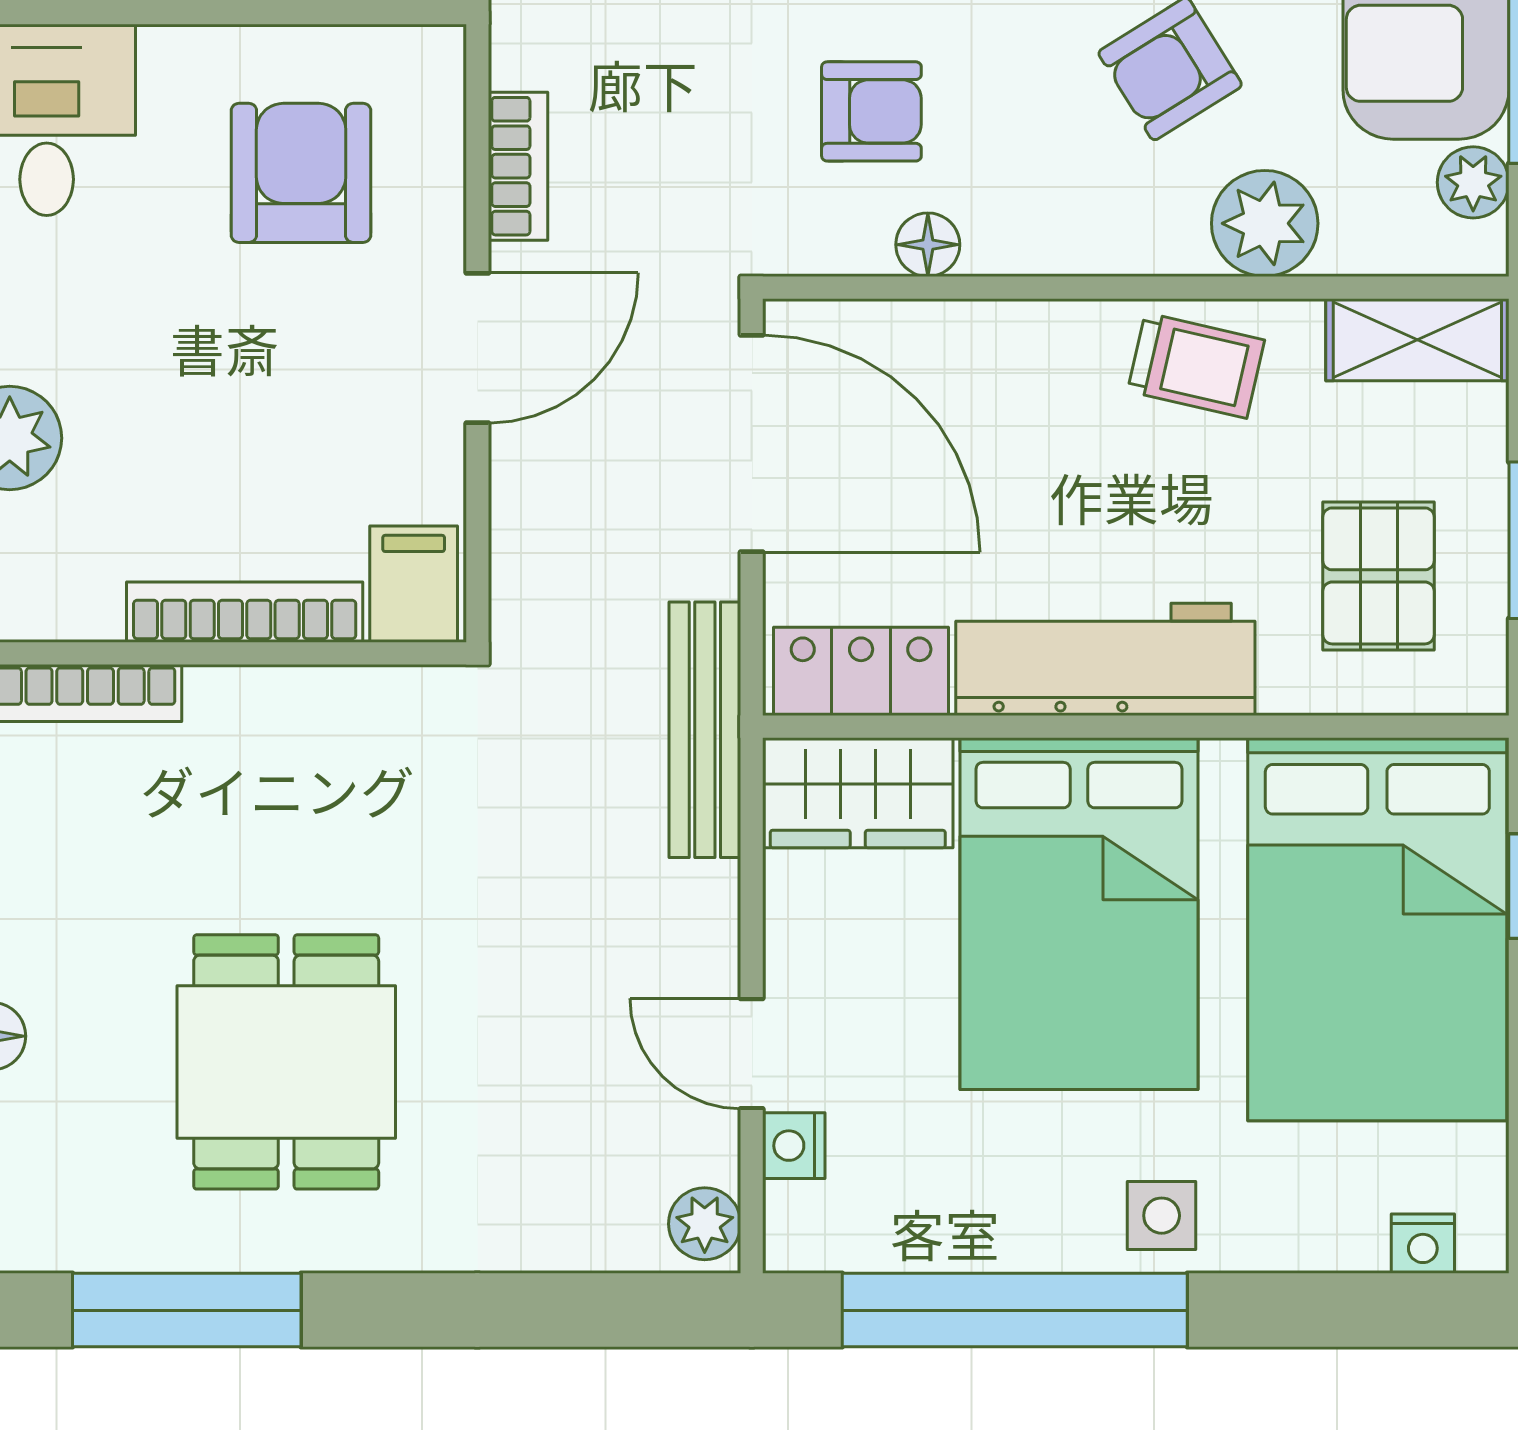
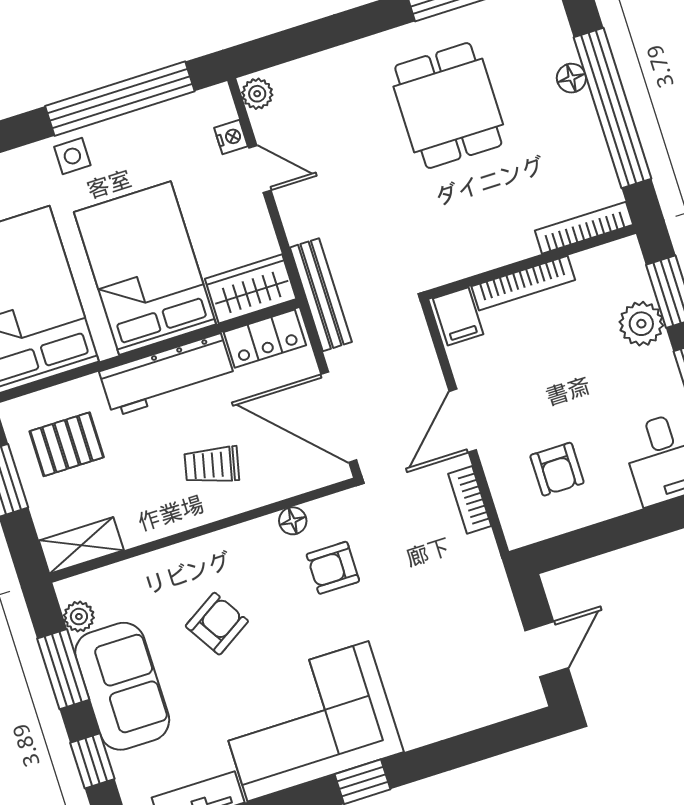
armchair: (301, 173) -> (557, 469), width x0.72, depth x0.72
plant: (1265, 223) -> (158, 573), removed
trolley: (1196, 366) -> (212, 465), moved
pallet: (1379, 576) -> (67, 444), turned 90

